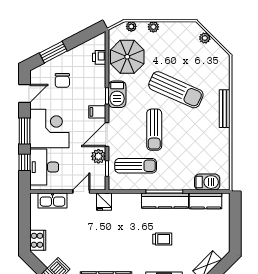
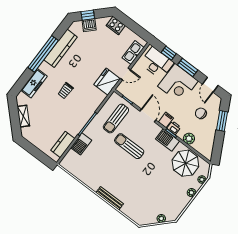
printer: (99, 57) -> (174, 128), moved
sun lounger: (176, 90) -> (143, 177), removed
plant: (98, 156) -> (189, 139), moved
barbecue: (207, 182) -> (81, 144), moved
door: (81, 192) -> (125, 74), hinge flipped
kitchen counter: (165, 201) -> (82, 120), removed
fridge: (104, 202) -> (107, 82), width x1.88, depth x1.34
trolley: (162, 239) -> (66, 91), moved

